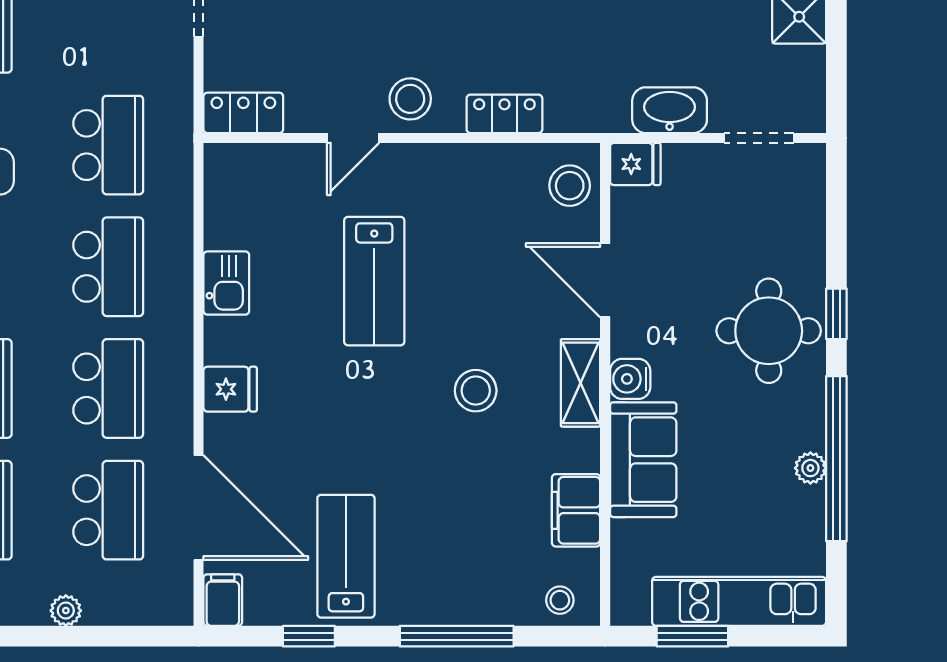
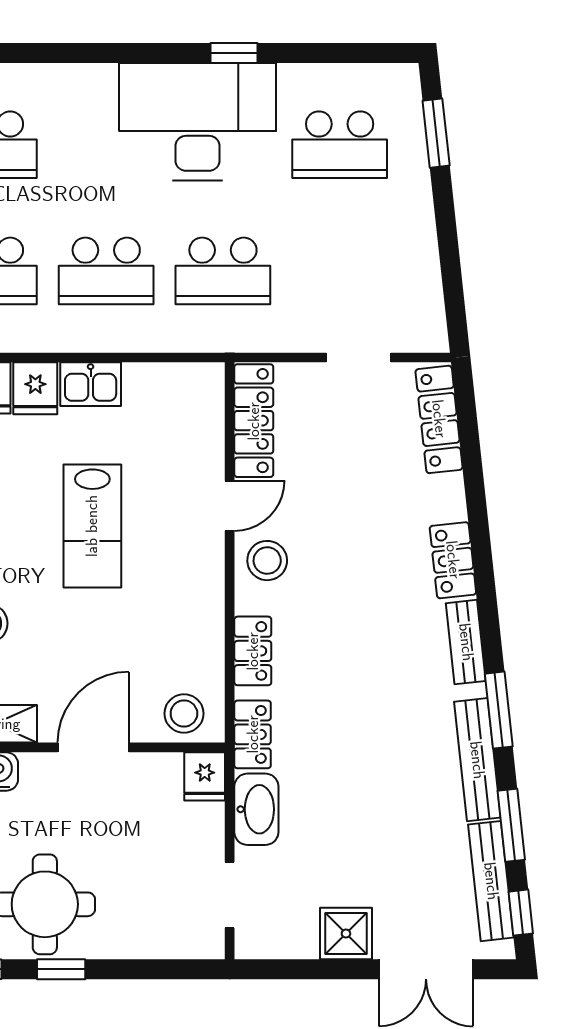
locker: (243, 113) -> (254, 421), width x1.53
locker: (592, 114) -> (253, 734), added
door: (353, 138) -> (230, 506), swing flipped
lab bench: (374, 281) -> (92, 526), turned -90
fridge: (231, 341) -> (35, 388), added

